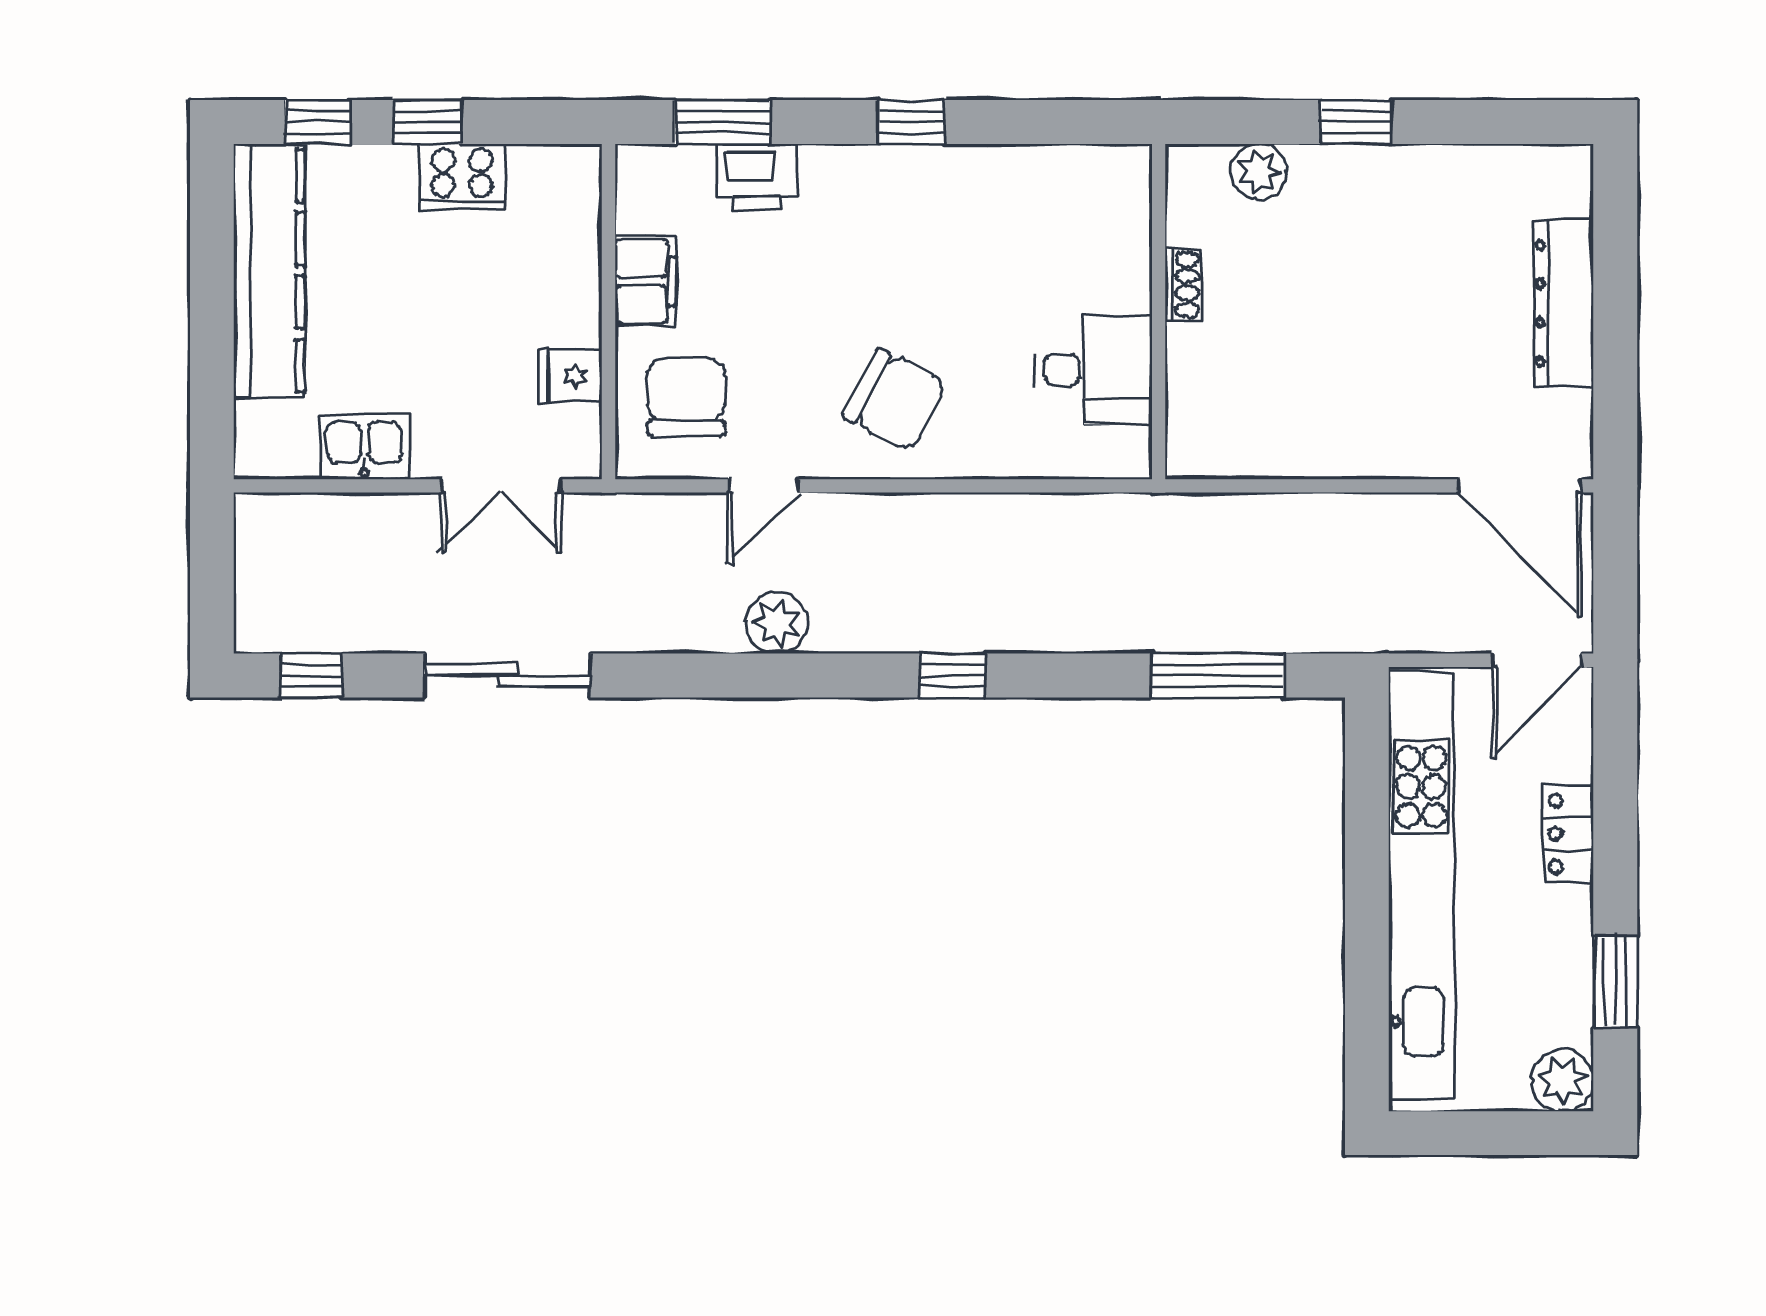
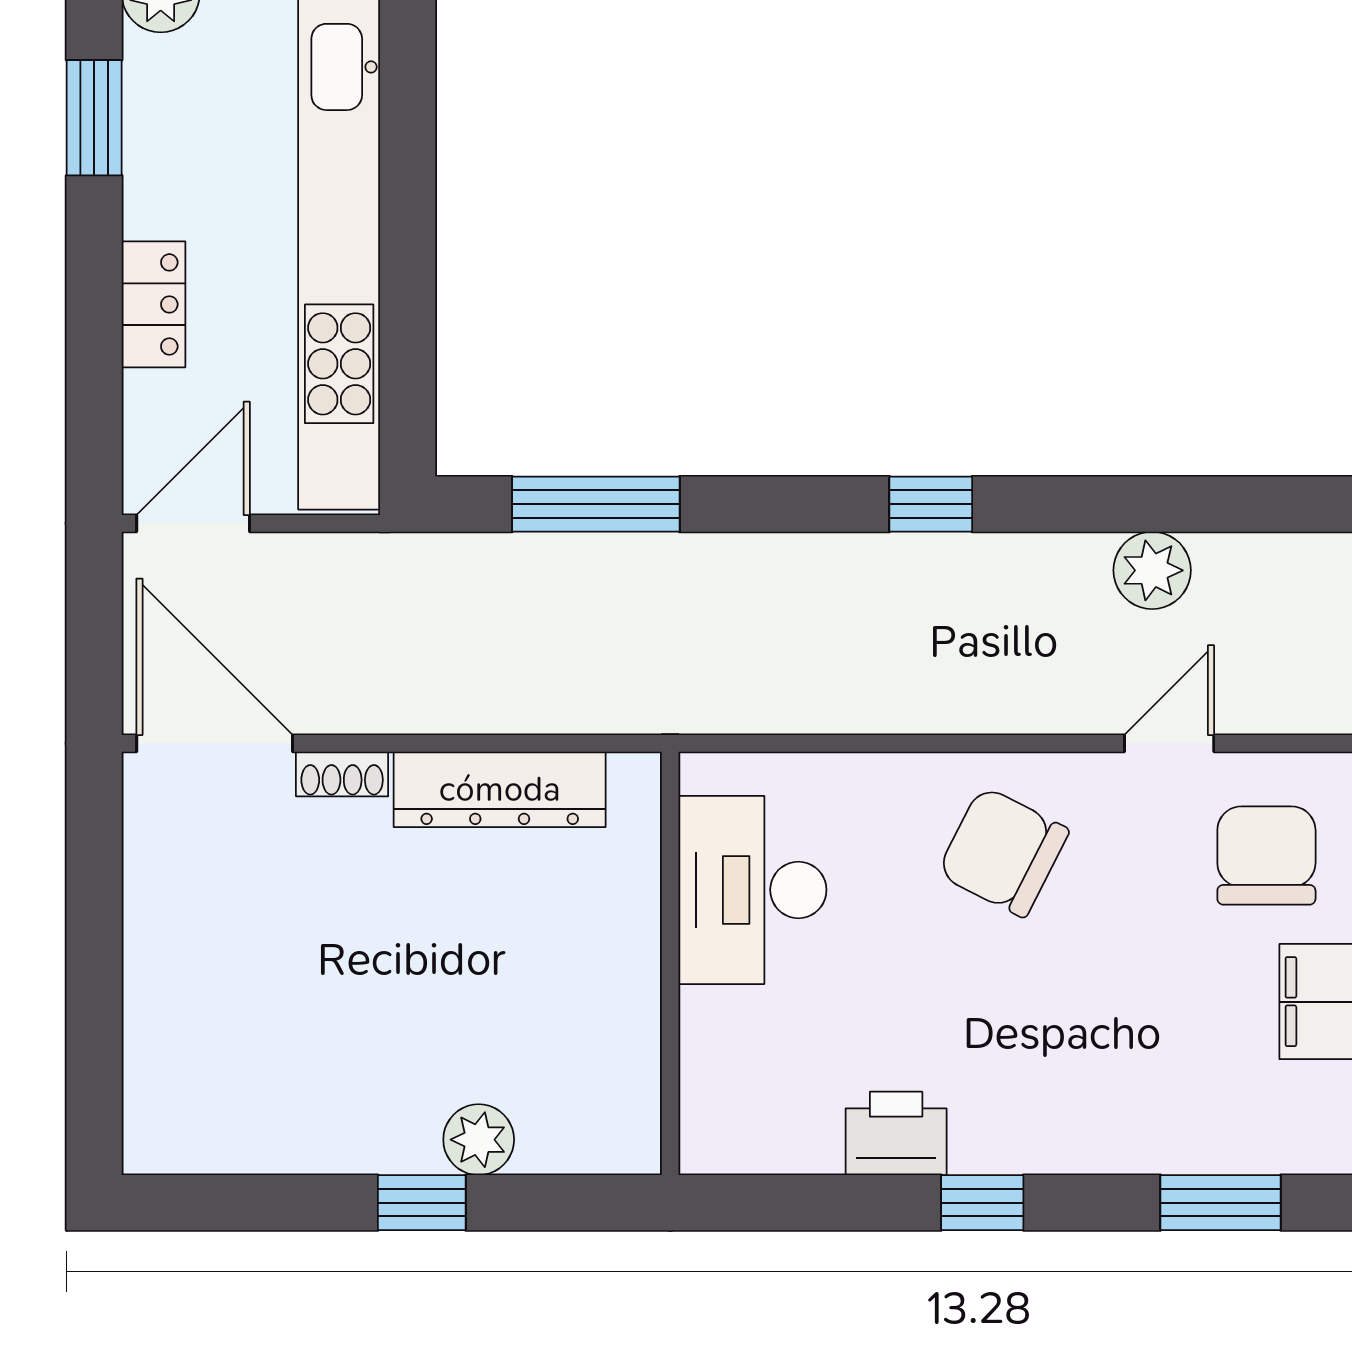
plant: (1259, 172) -> (479, 1140), moved
printer: (756, 177) -> (896, 1133), moved
shoe rack: (1183, 285) -> (342, 774), moved, turned -90
dresser: (1563, 303) -> (500, 789), moved, turned 90
desk: (1093, 370) -> (752, 890), width x1.37
chair: (686, 397) -> (1266, 855), turned 180

